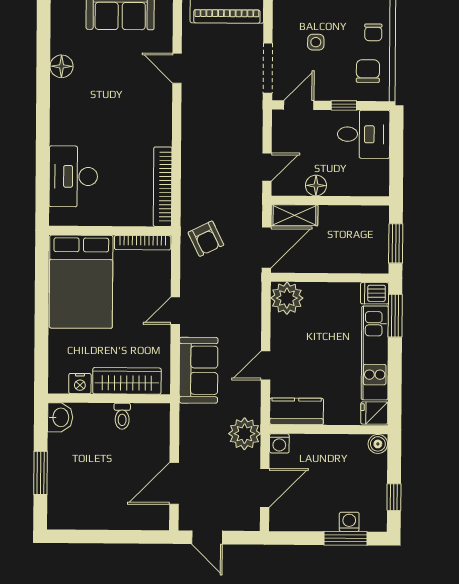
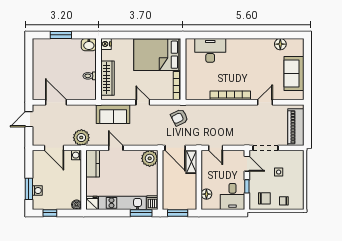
floor lamp: (62, 66) -> (280, 44), moved
floor lamp: (316, 185) -> (206, 194), moved
bookcase: (163, 187) -> (230, 95), moved
nightstand: (80, 384) -> (106, 44), moved

